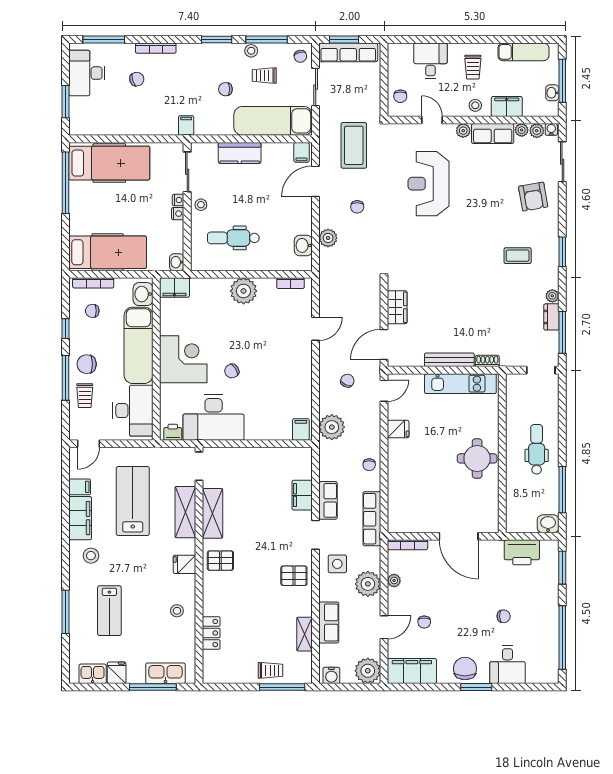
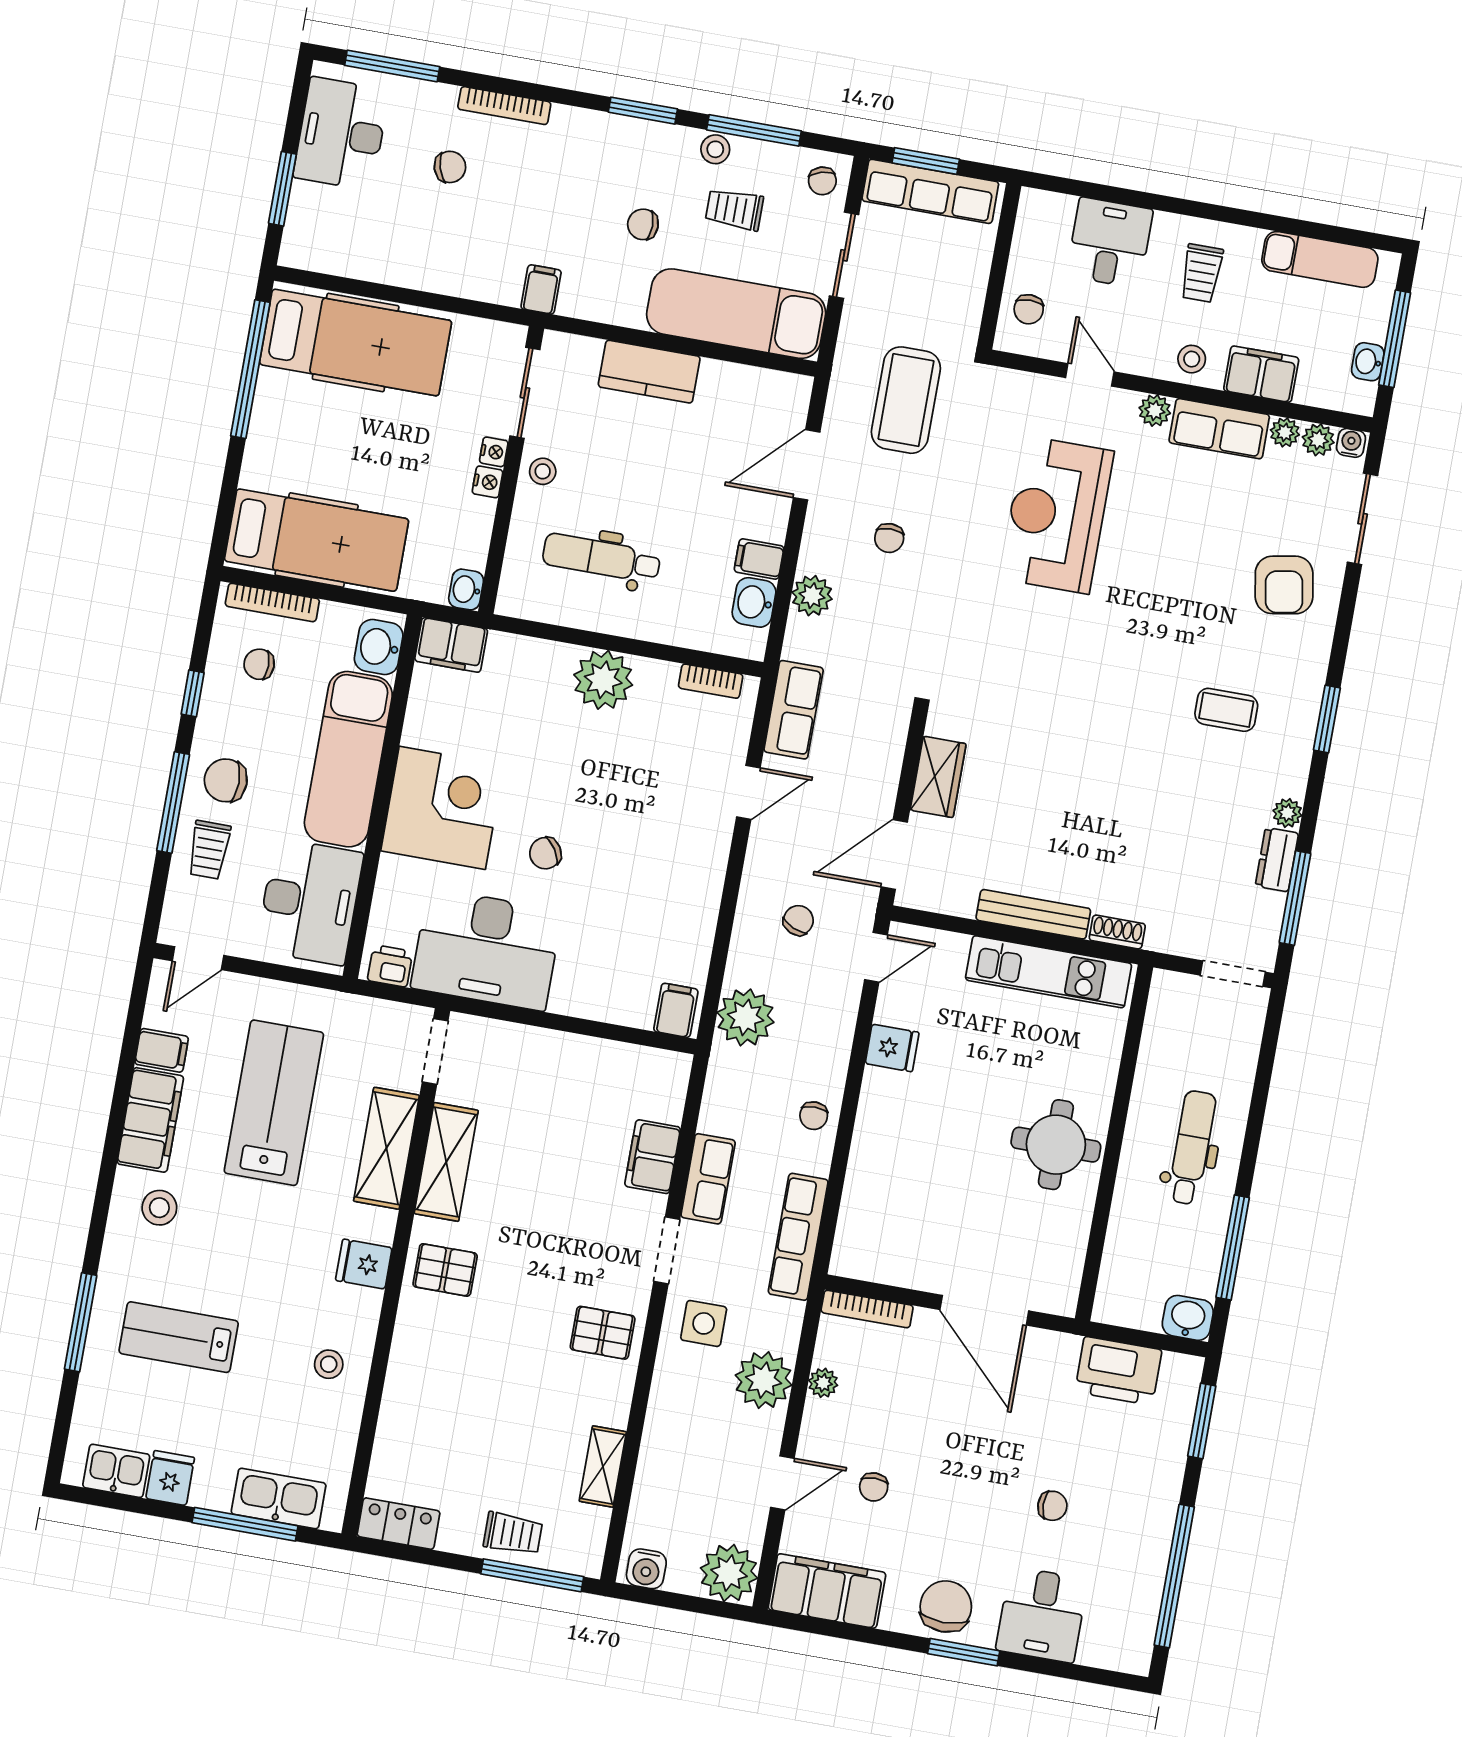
filing cabinet: (302, 152) -> (759, 559), moved, turned 90
lab bench: (109, 611) -> (179, 1337), turned 90
row of seats: (329, 622) -> (794, 710), moved
locker: (211, 633) -> (398, 1524), moved, turned -90

